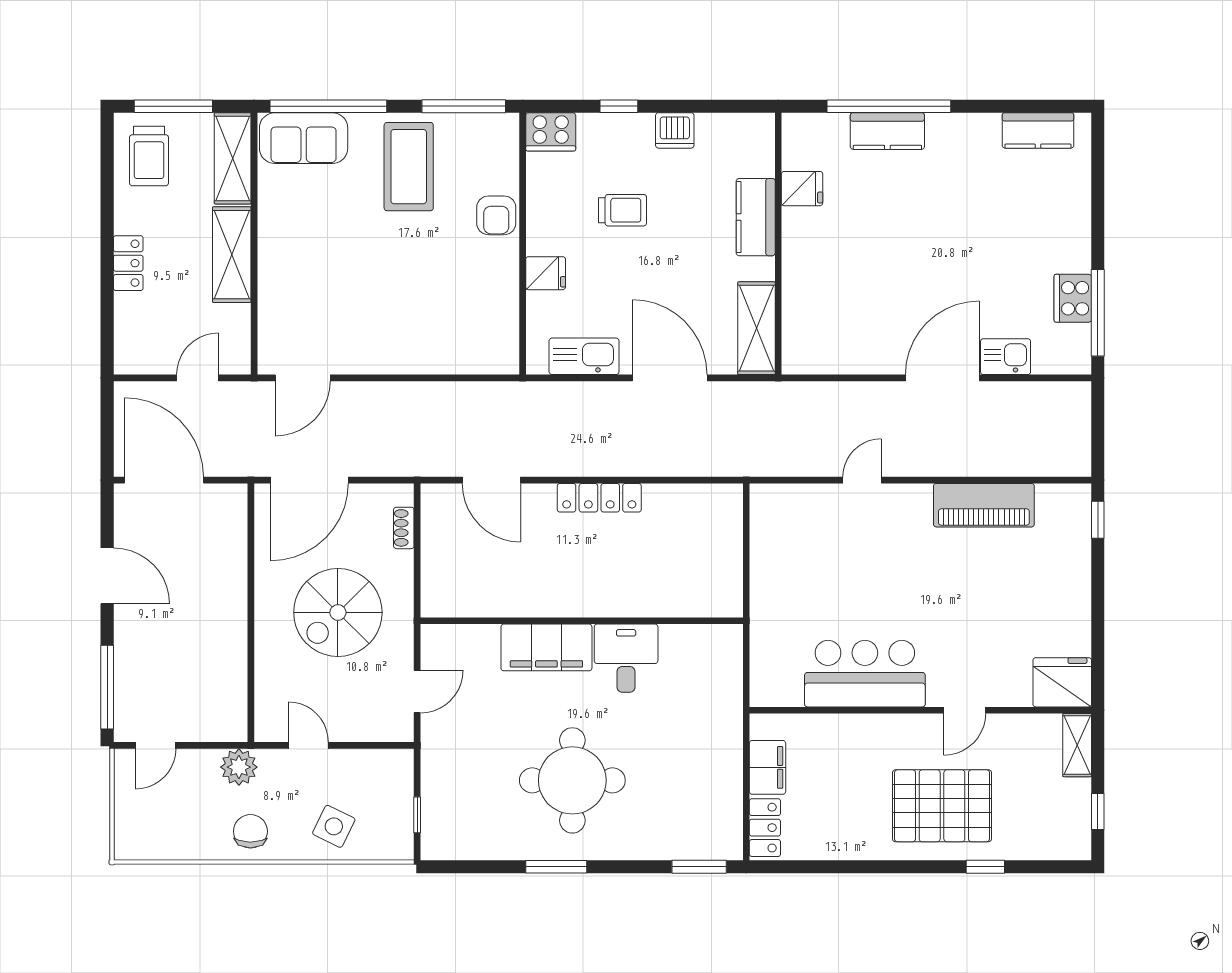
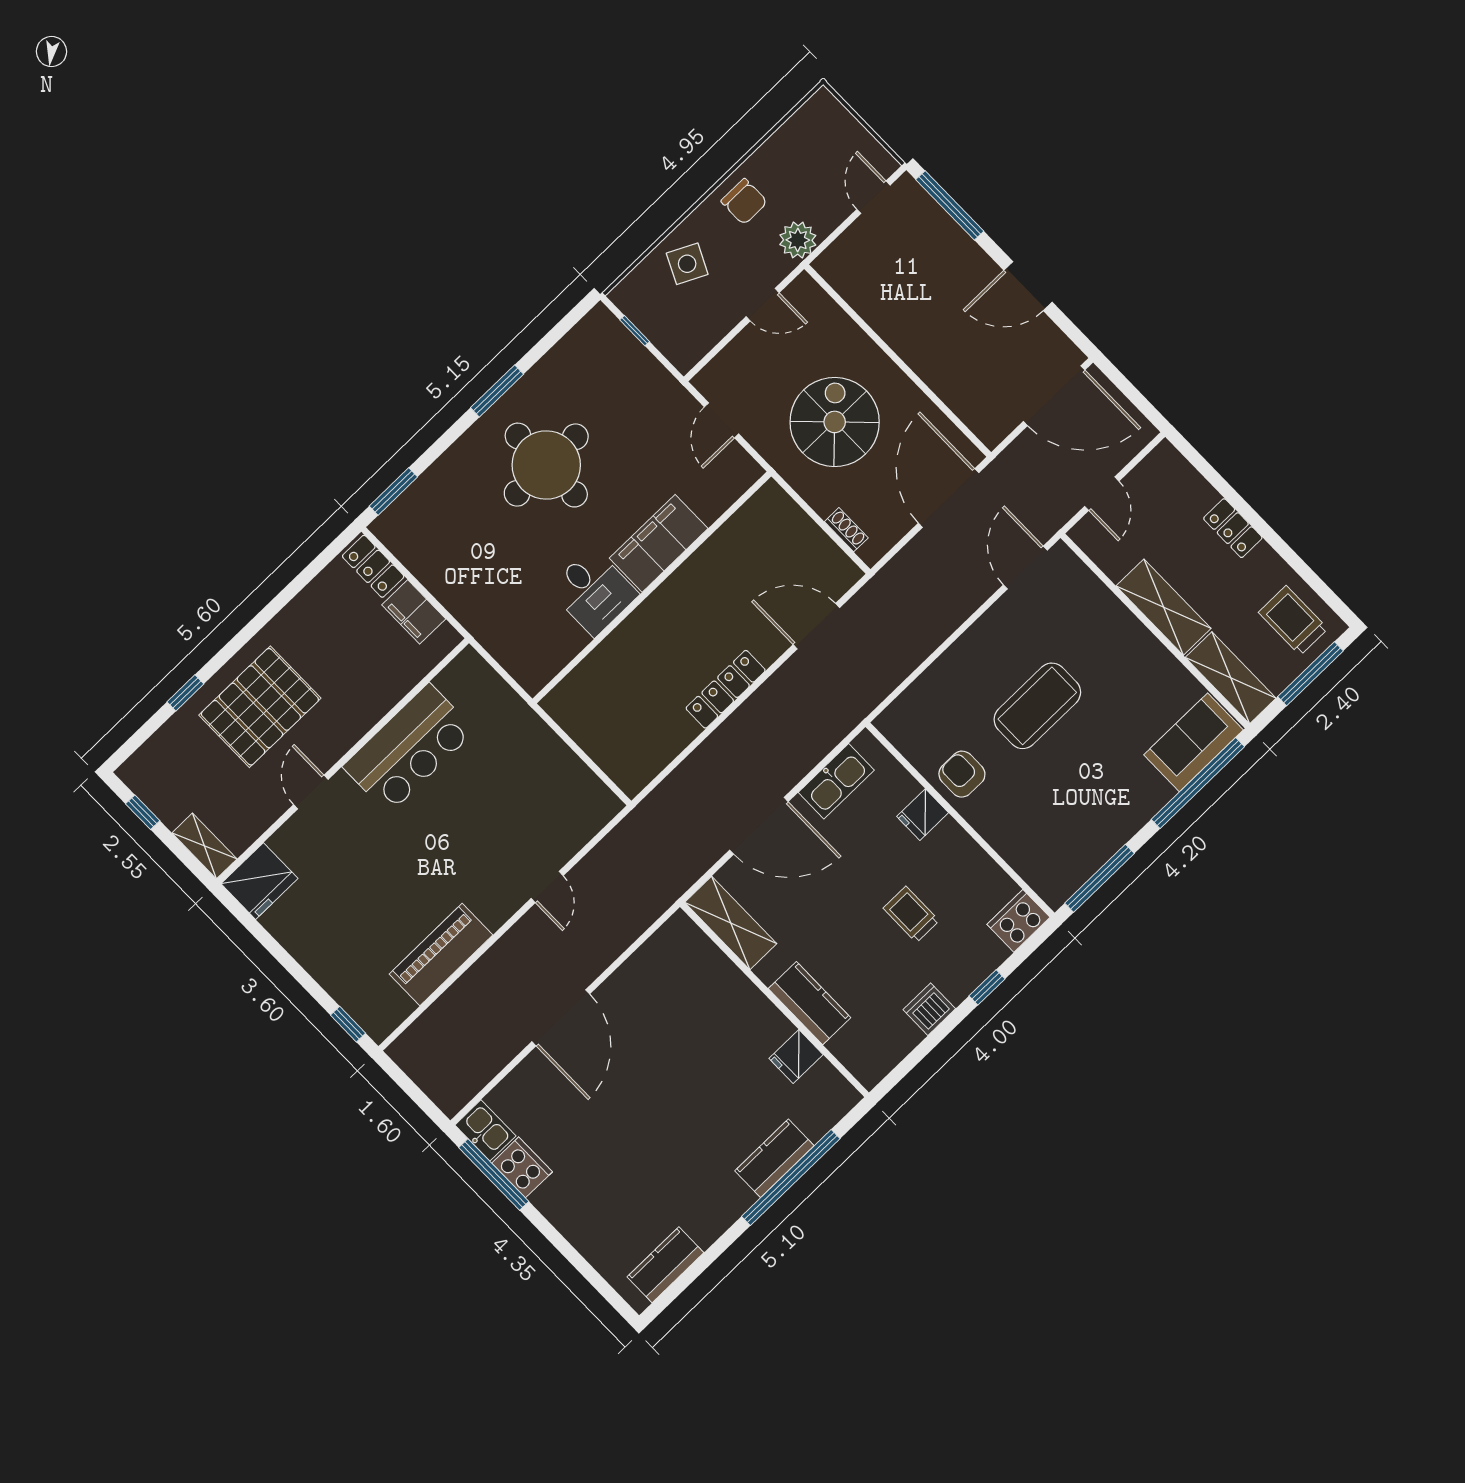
coffee table: (409, 167) -> (1037, 706), moved, turned 90
trolley: (622, 210) -> (911, 914), turned 90
armchair: (496, 215) -> (962, 774), moved
kitchen sink: (1006, 357) -> (485, 1130), moved, turned -90

